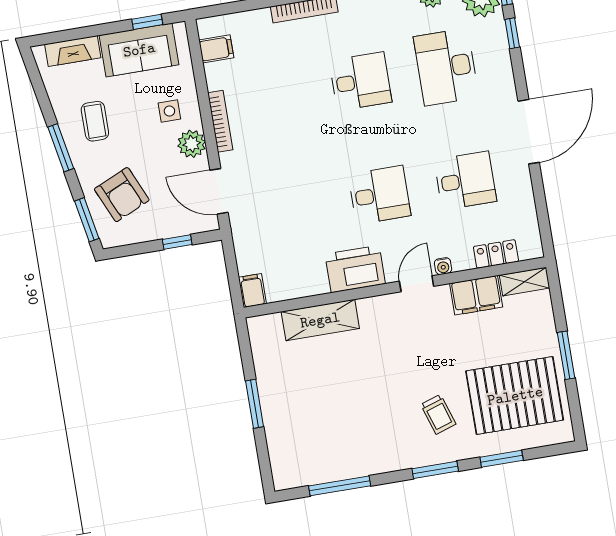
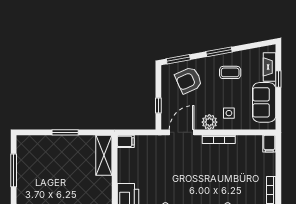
window: (147, 22) -> (278, 79), moved
filing cabinet: (216, 49) -> (269, 144), moved
shelving: (320, 320) -> (104, 155), moved

